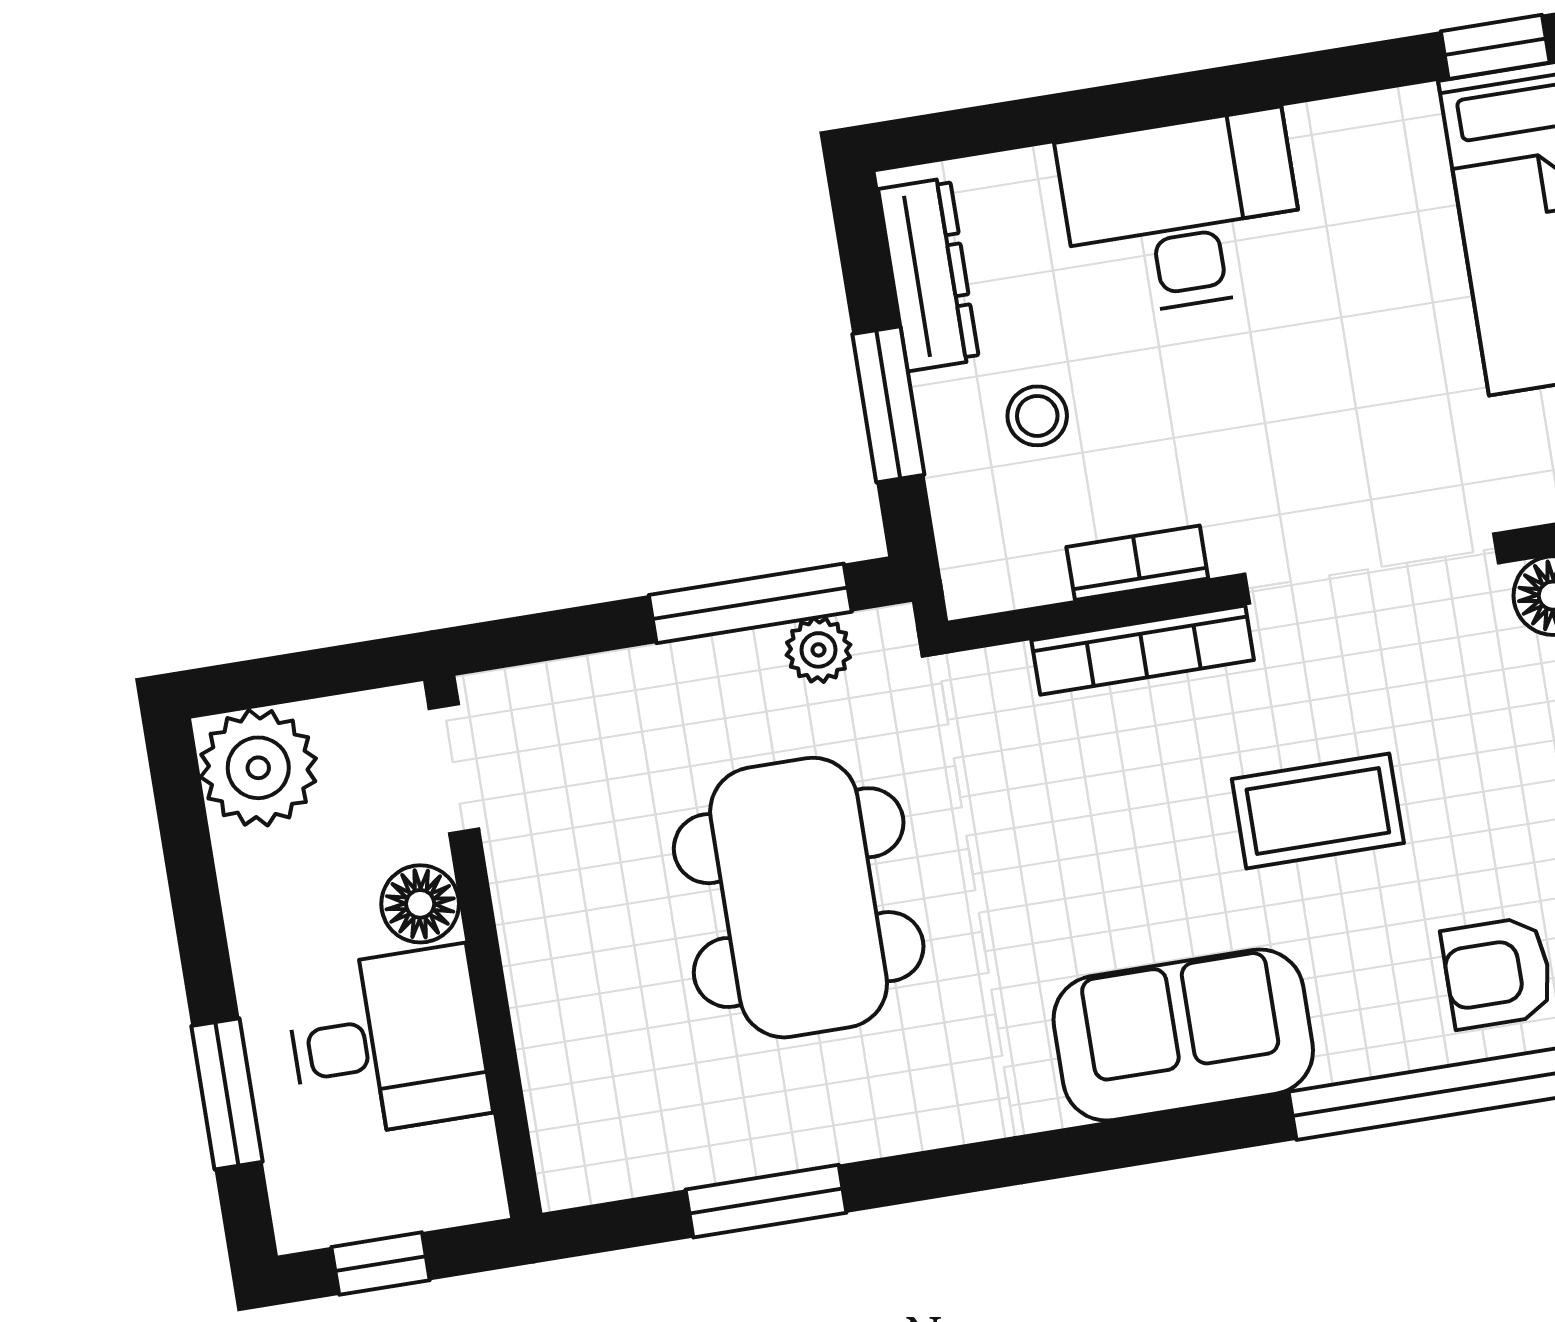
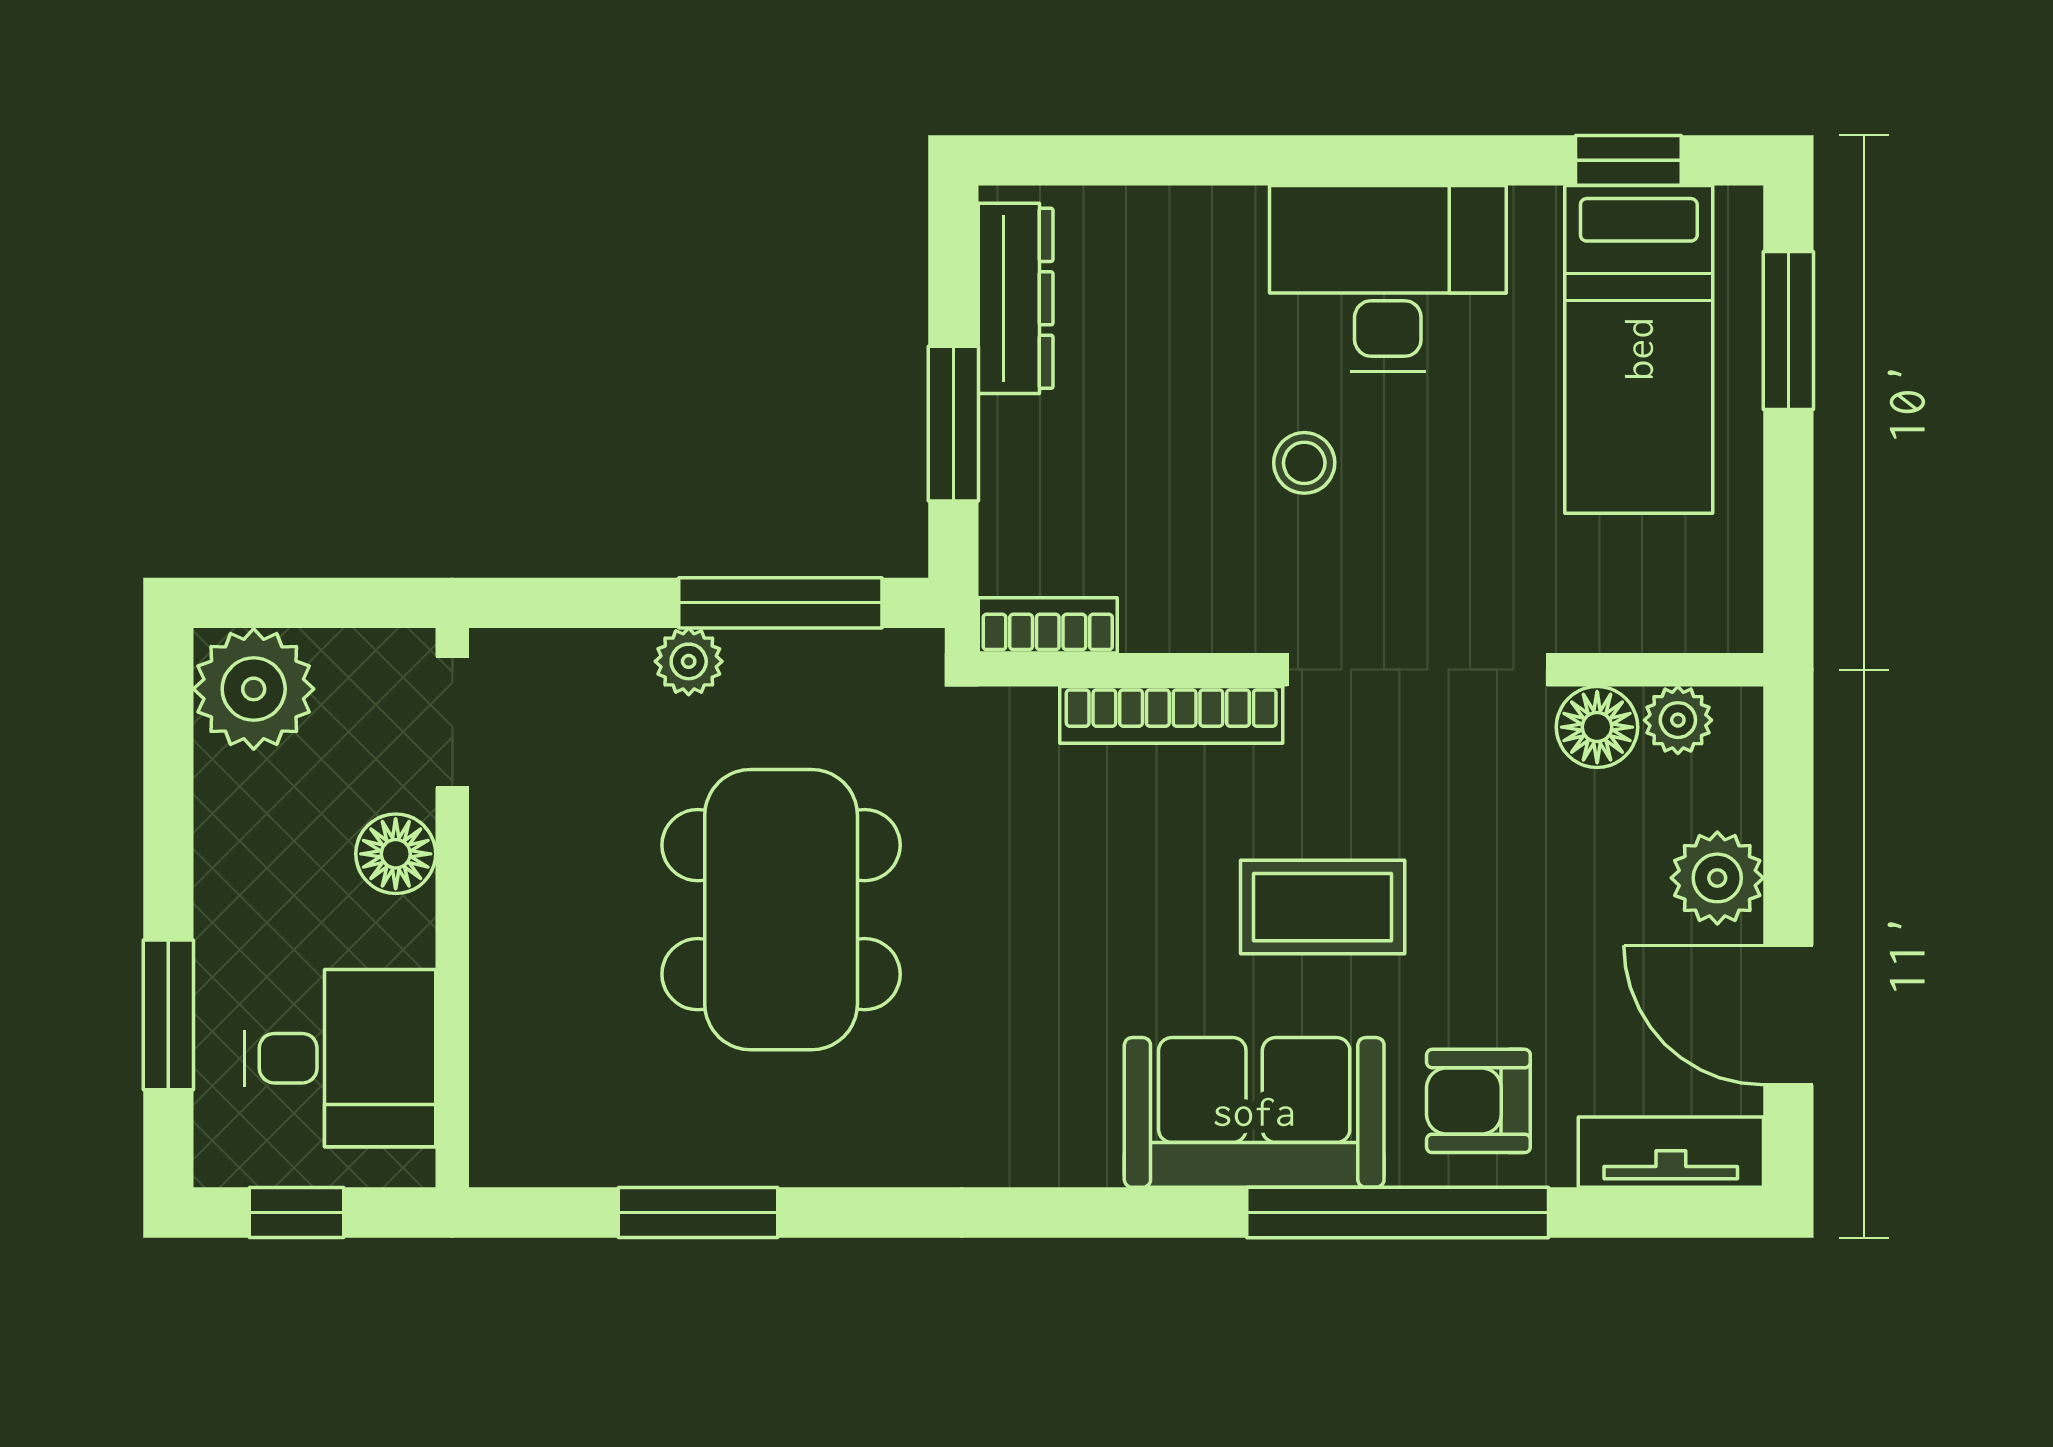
desk: (1182, 214) -> (1388, 278), moved
stool: (1037, 416) -> (1304, 463), moved
bookcase: (1137, 563) -> (1048, 625), moved
plant: (818, 650) -> (689, 661), moved
sofa: (1183, 1035) -> (1254, 1112), moved
desk: (388, 1042) -> (340, 1058), moved

